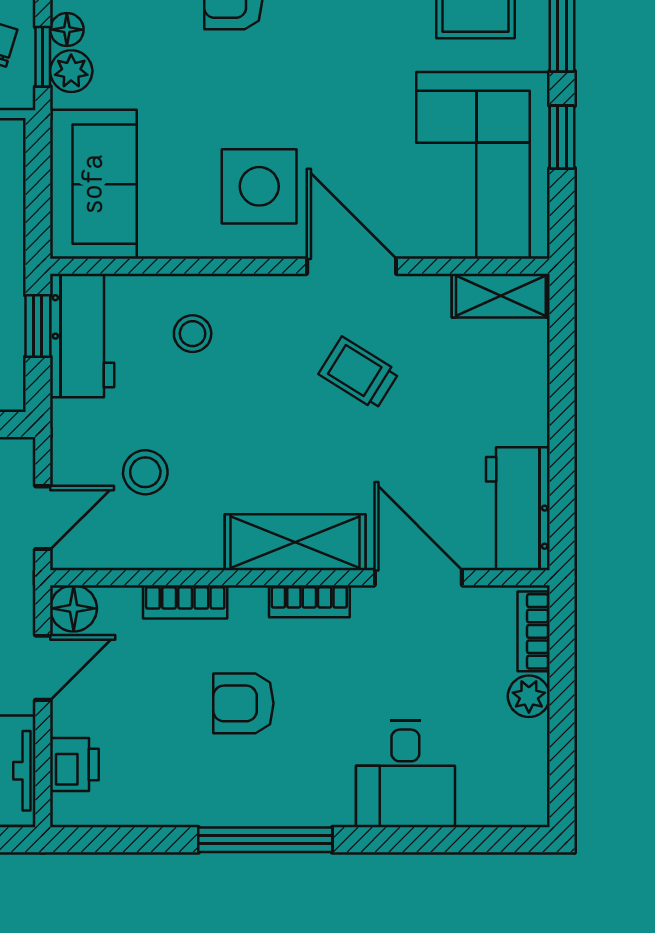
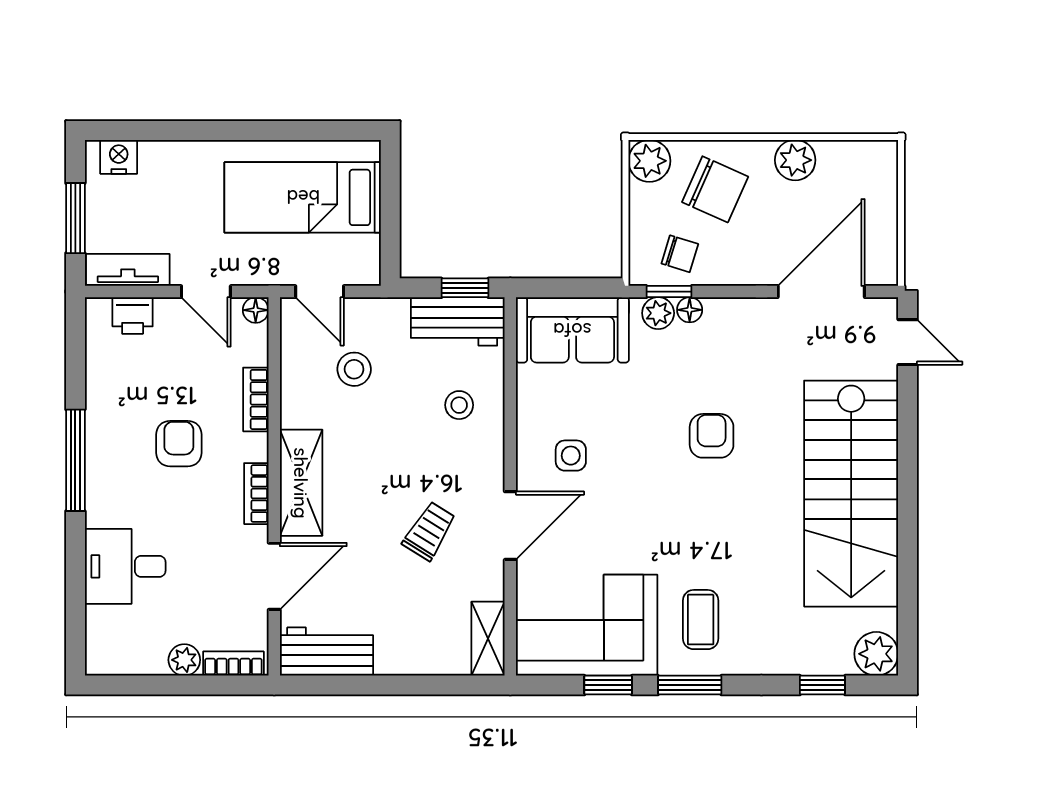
side table: (259, 186) -> (571, 456), width x0.54, depth x0.54
floor lamp: (74, 608) -> (256, 310), width x0.73, depth x0.73

